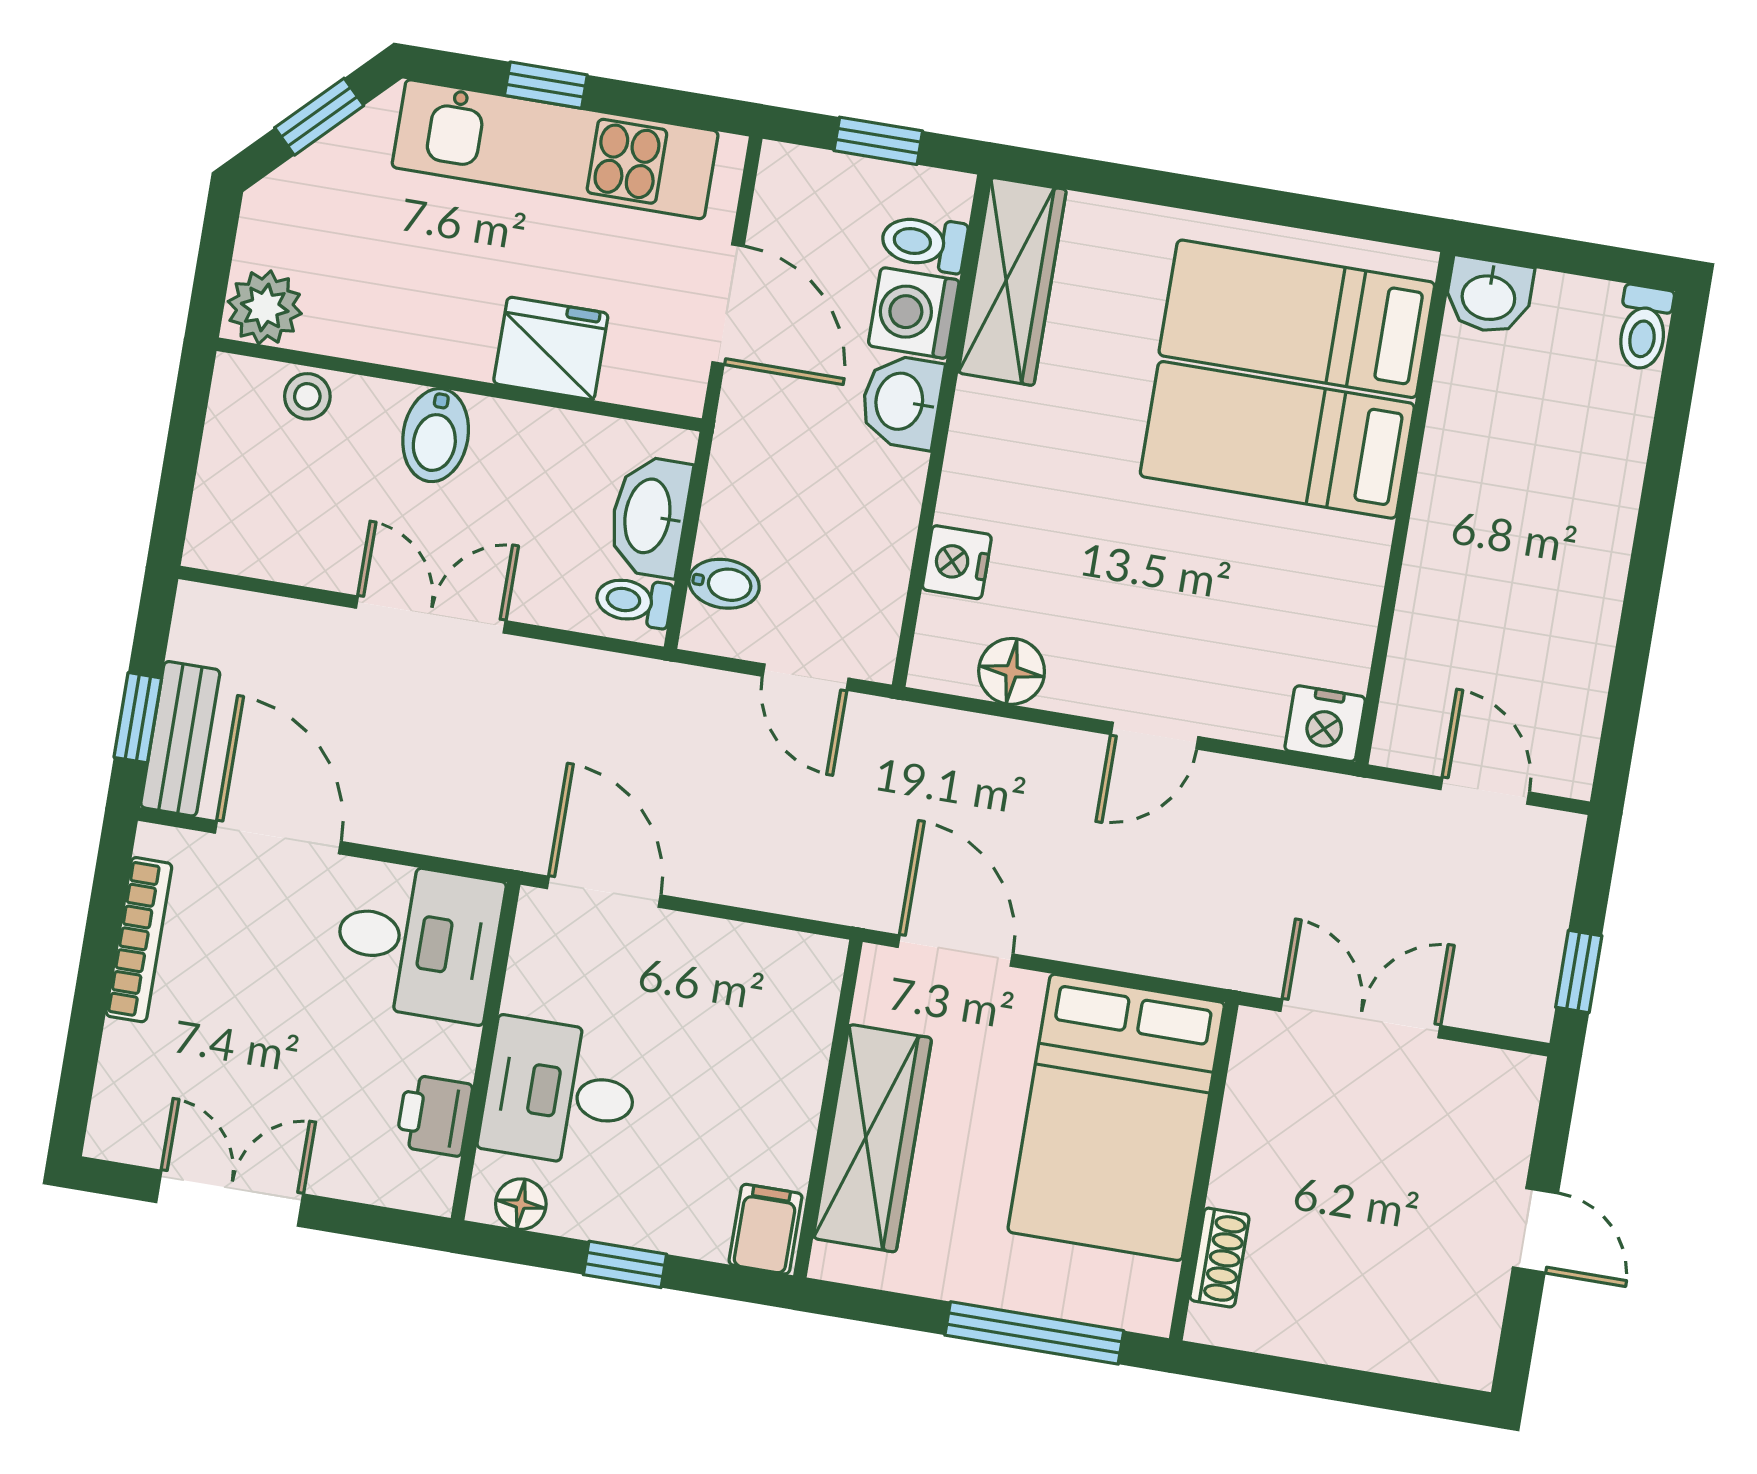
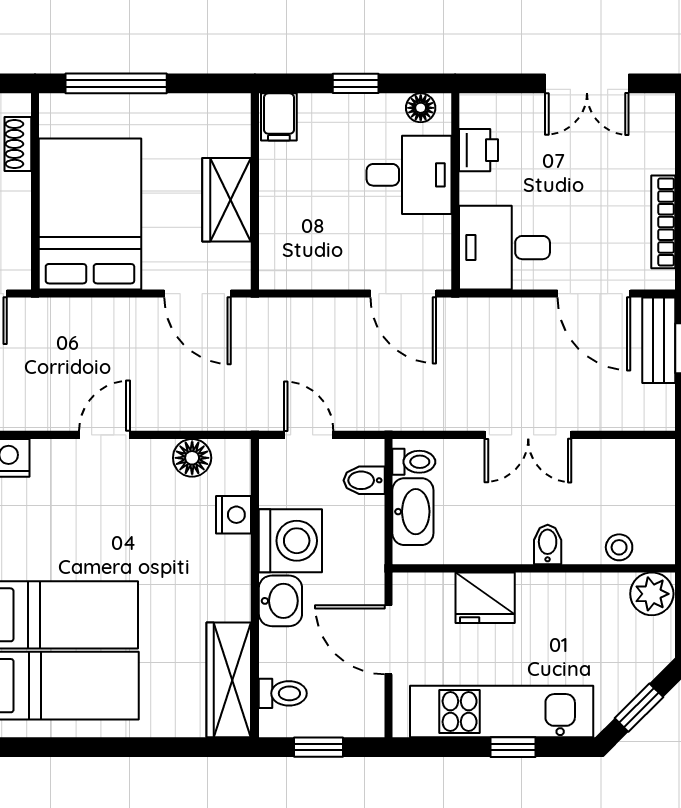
washing machine: (914, 313) -> (290, 541), moved, width x1.37, depth x1.37
bidet: (436, 435) -> (548, 545), width x0.72, depth x0.74
wardrobe: (872, 1138) -> (227, 200), width x0.67

